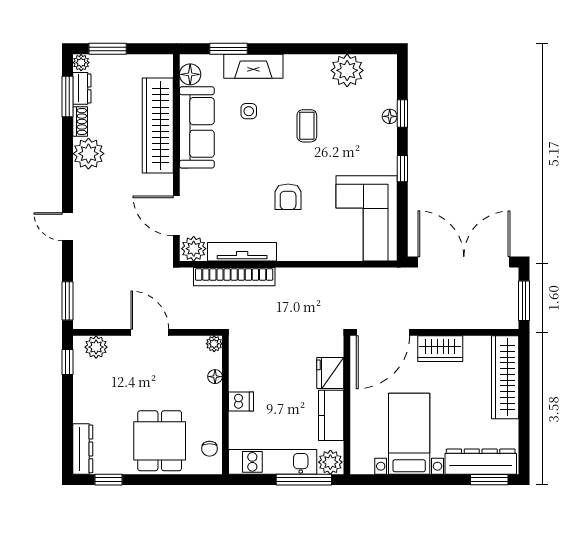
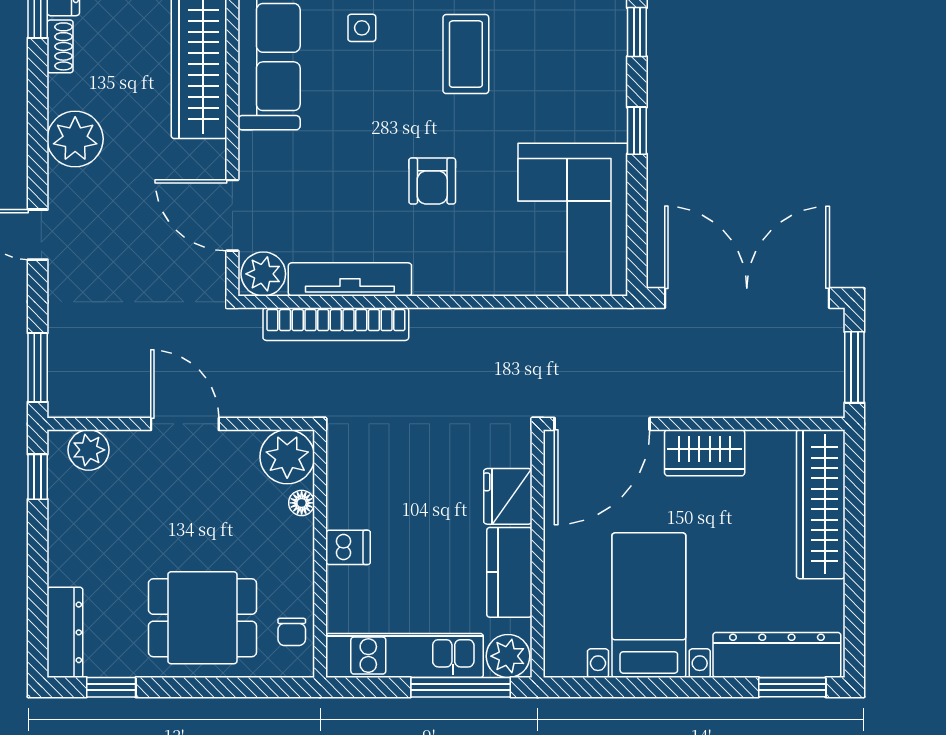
floor lamp: (390, 116) -> (614, 37), removed
coffee table: (307, 126) -> (466, 54), width x1.36, depth x1.30
plant: (88, 154) -> (75, 139), moved
plant: (214, 344) -> (287, 457), width x1.88, depth x1.88
dining table: (160, 441) -> (202, 618), turned 90

